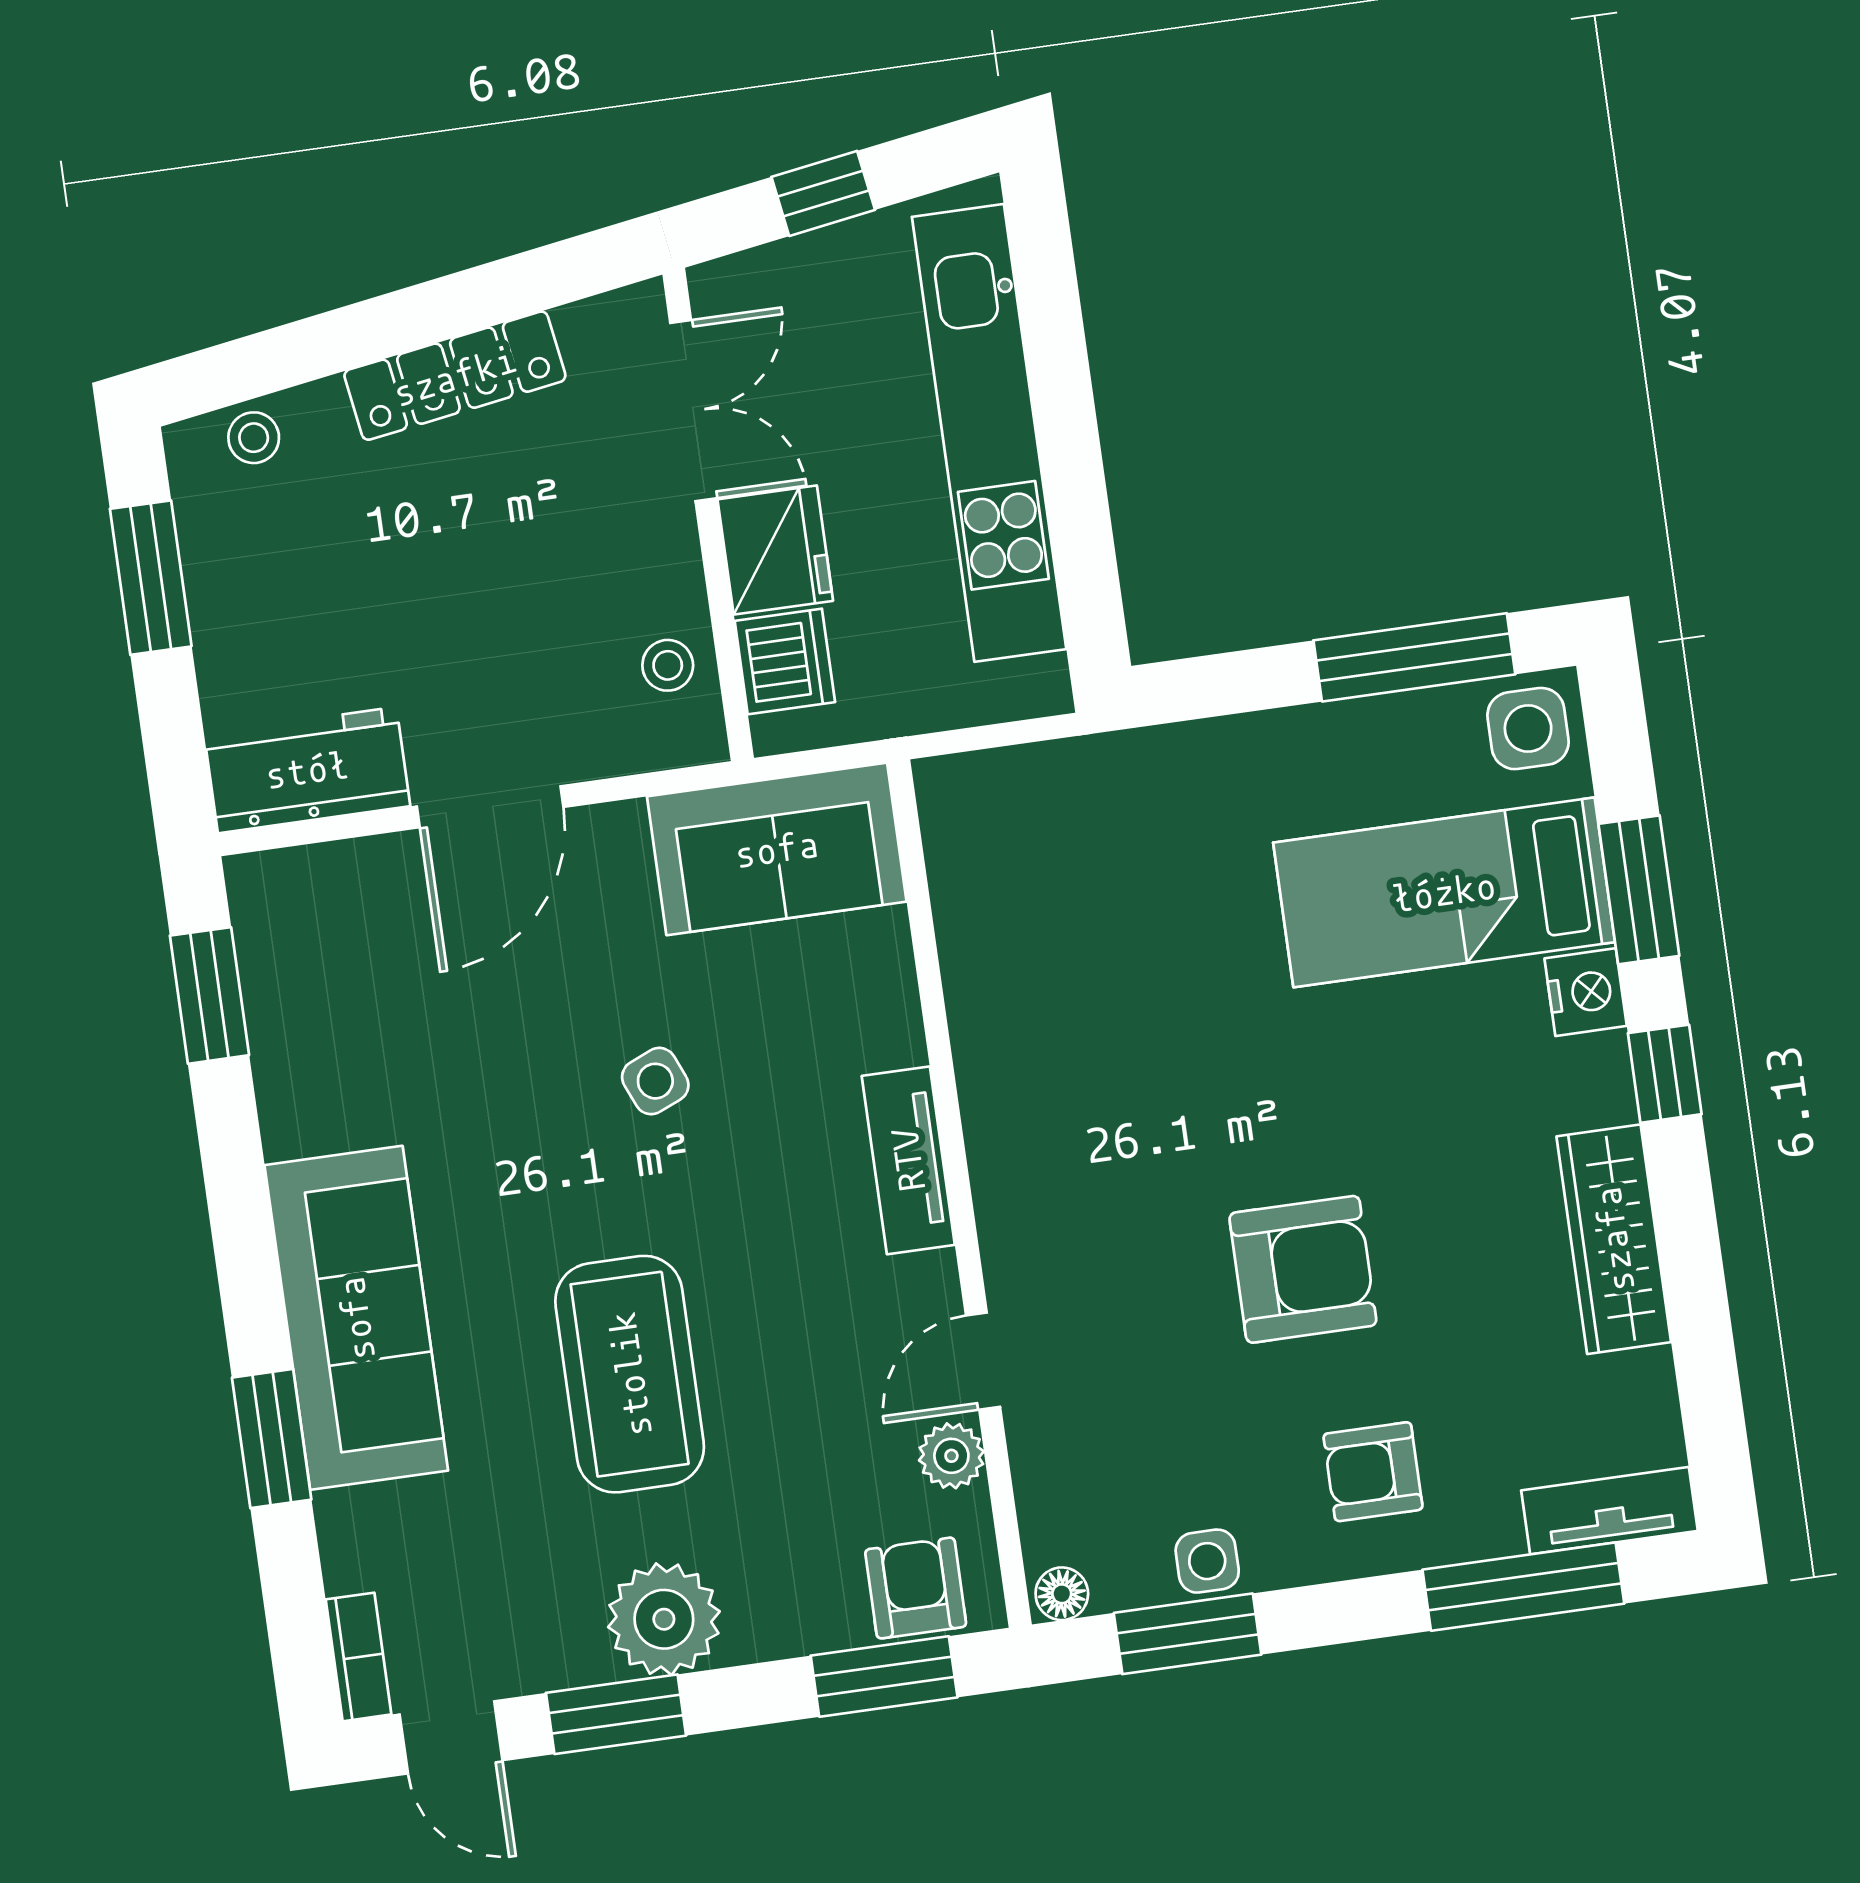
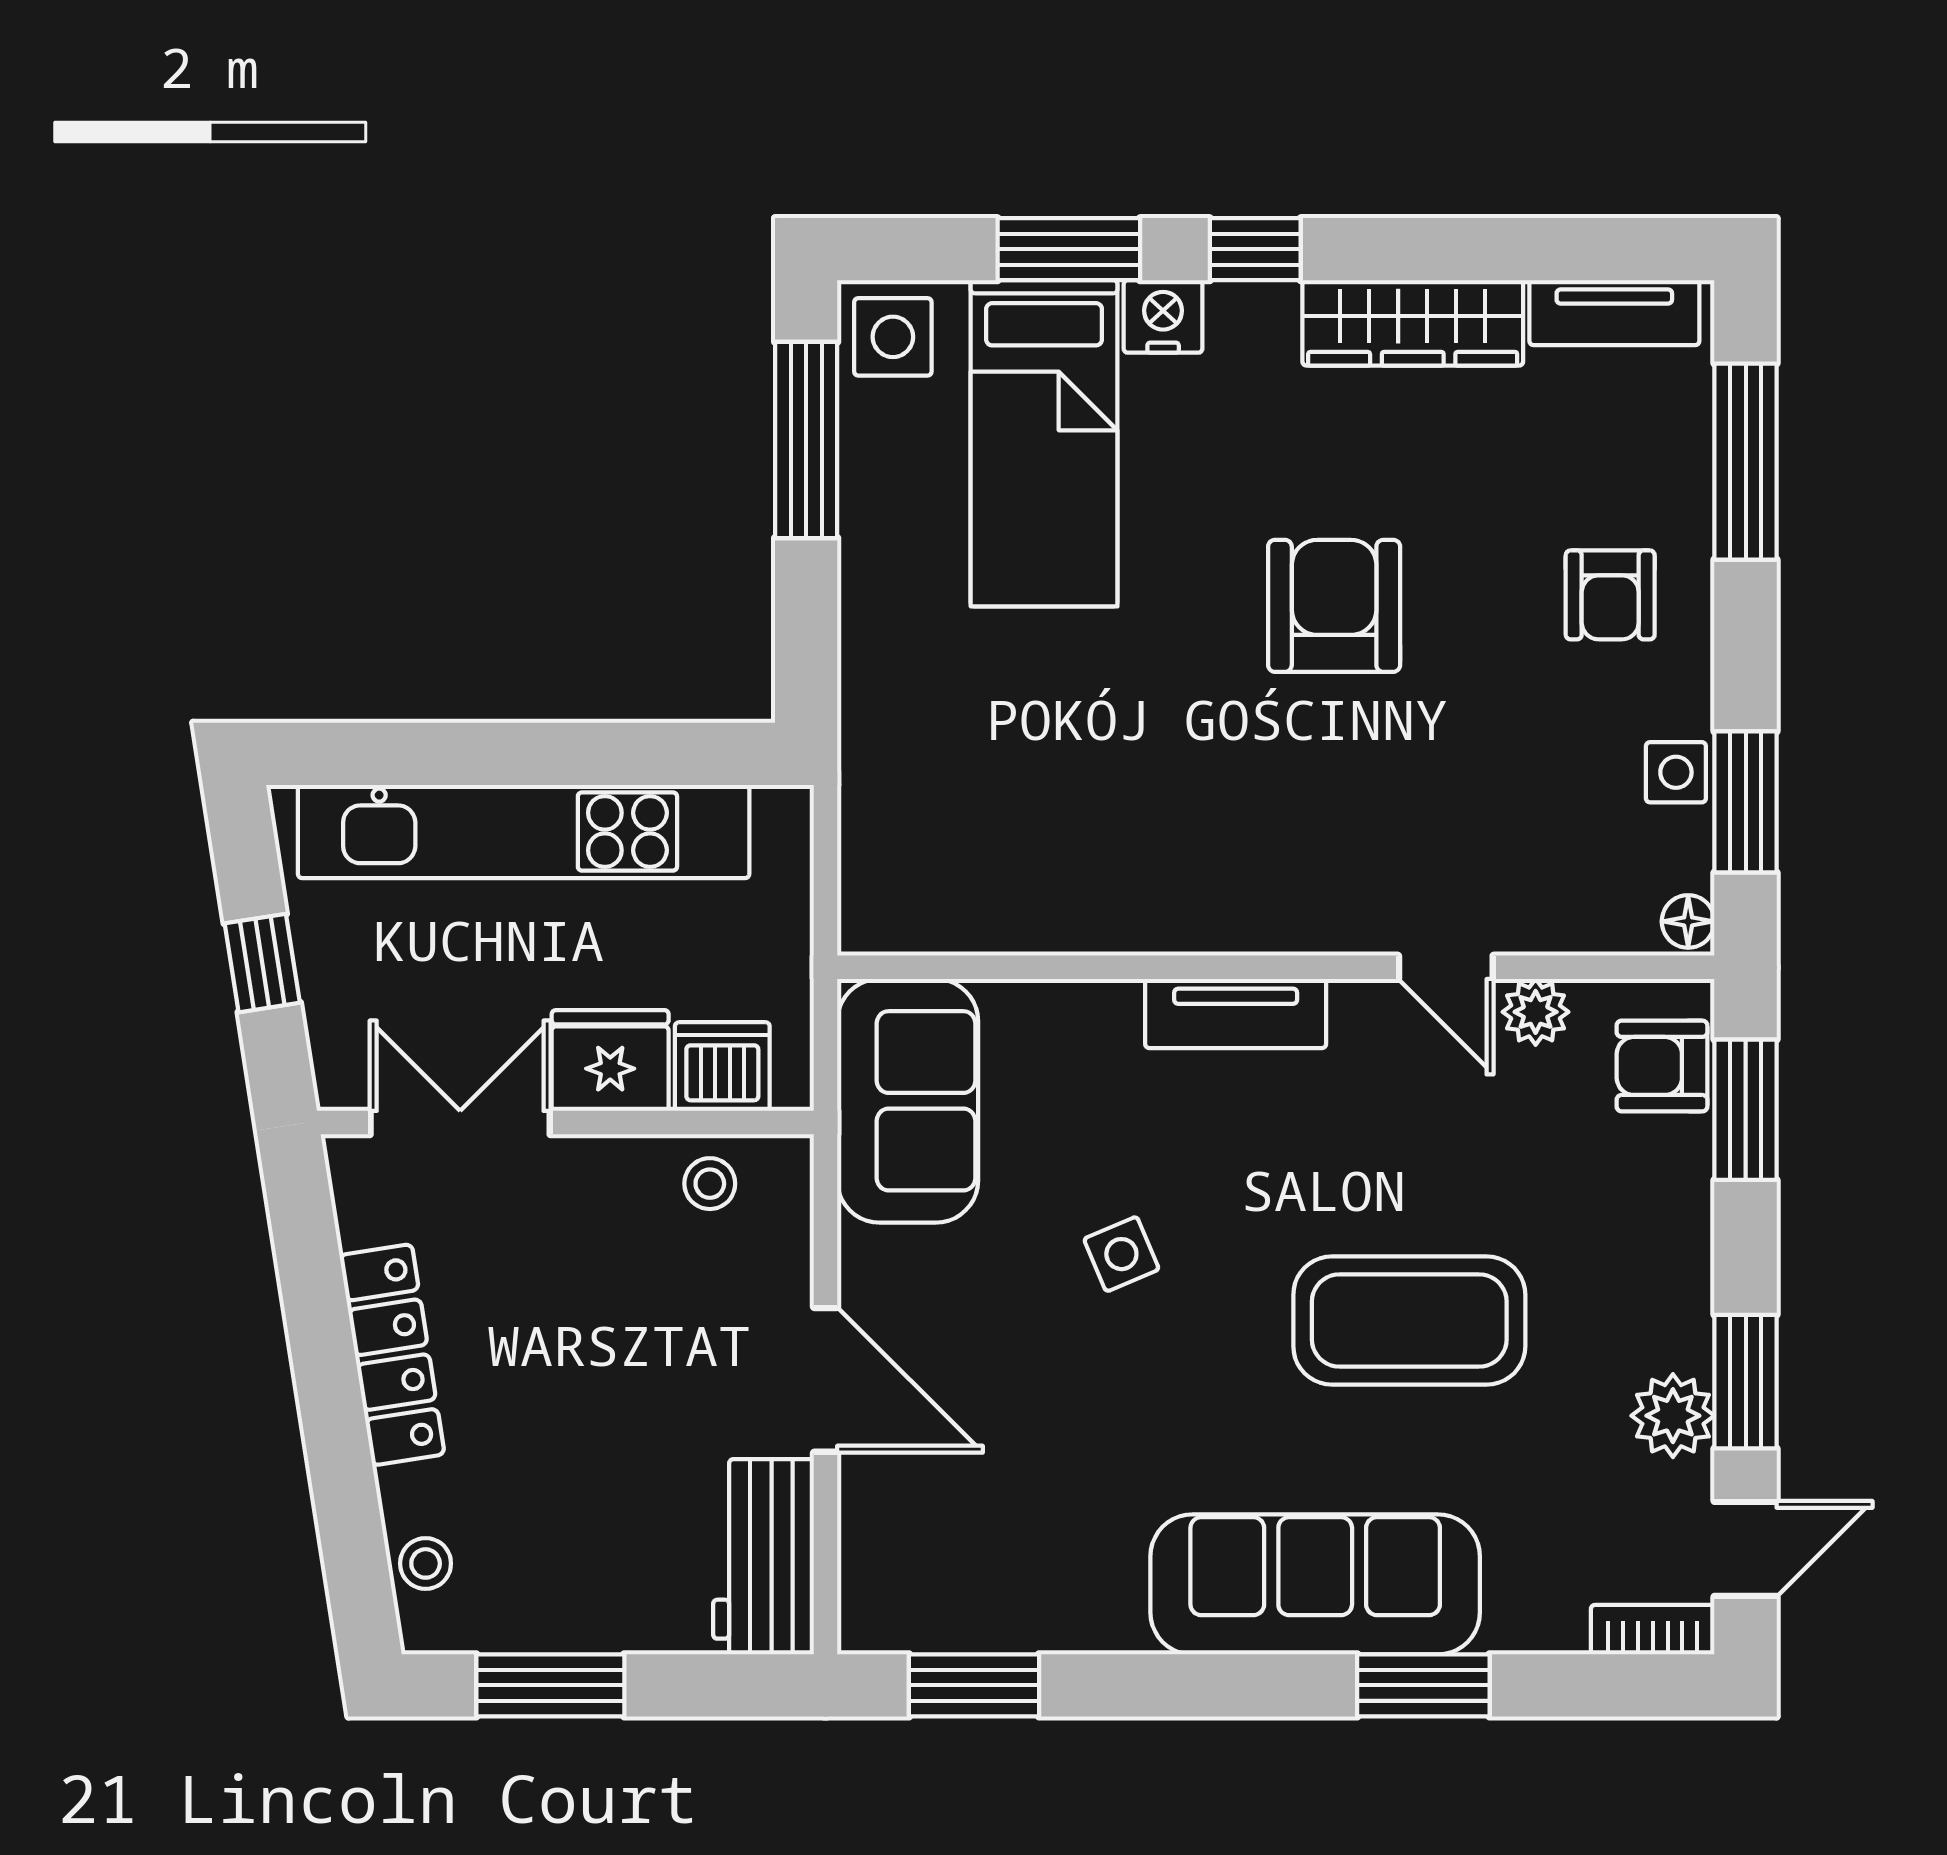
armchair: (1303, 1269) -> (1334, 606), moved
tv unit: (1609, 1511) -> (1614, 313), moved, turned -90
plant: (664, 1619) -> (1673, 1416), moved, width x0.73, depth x0.73

